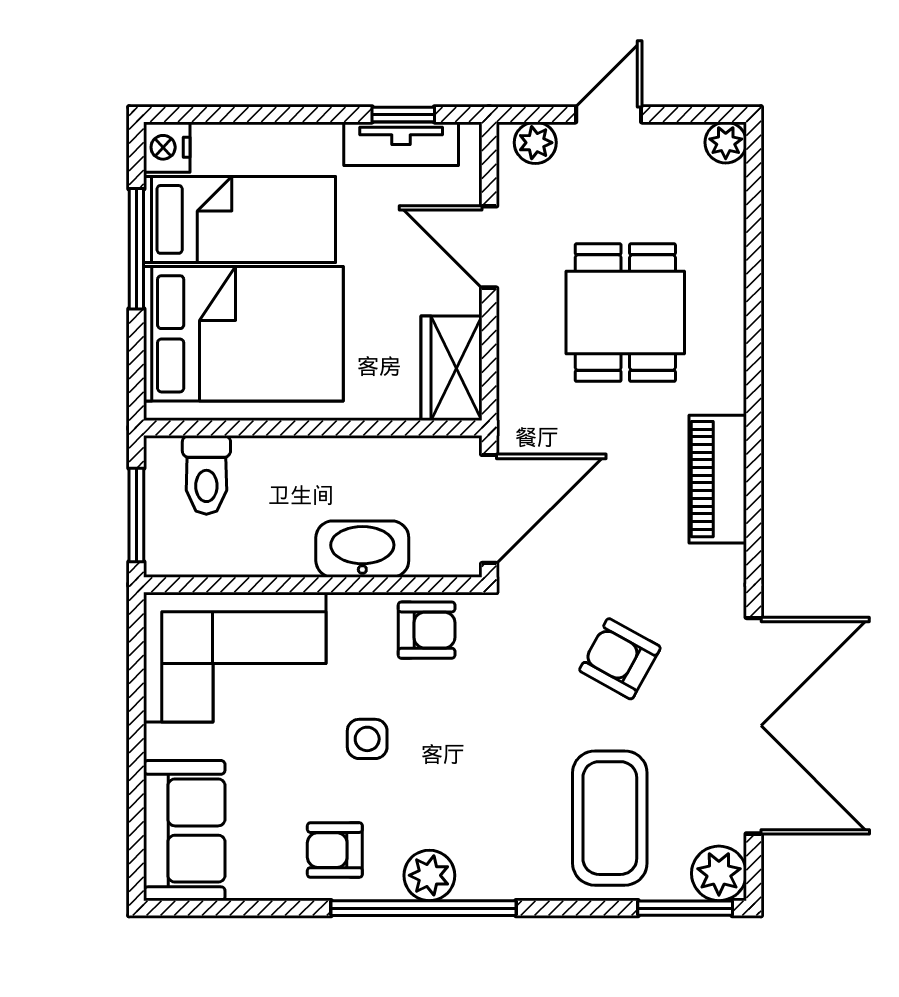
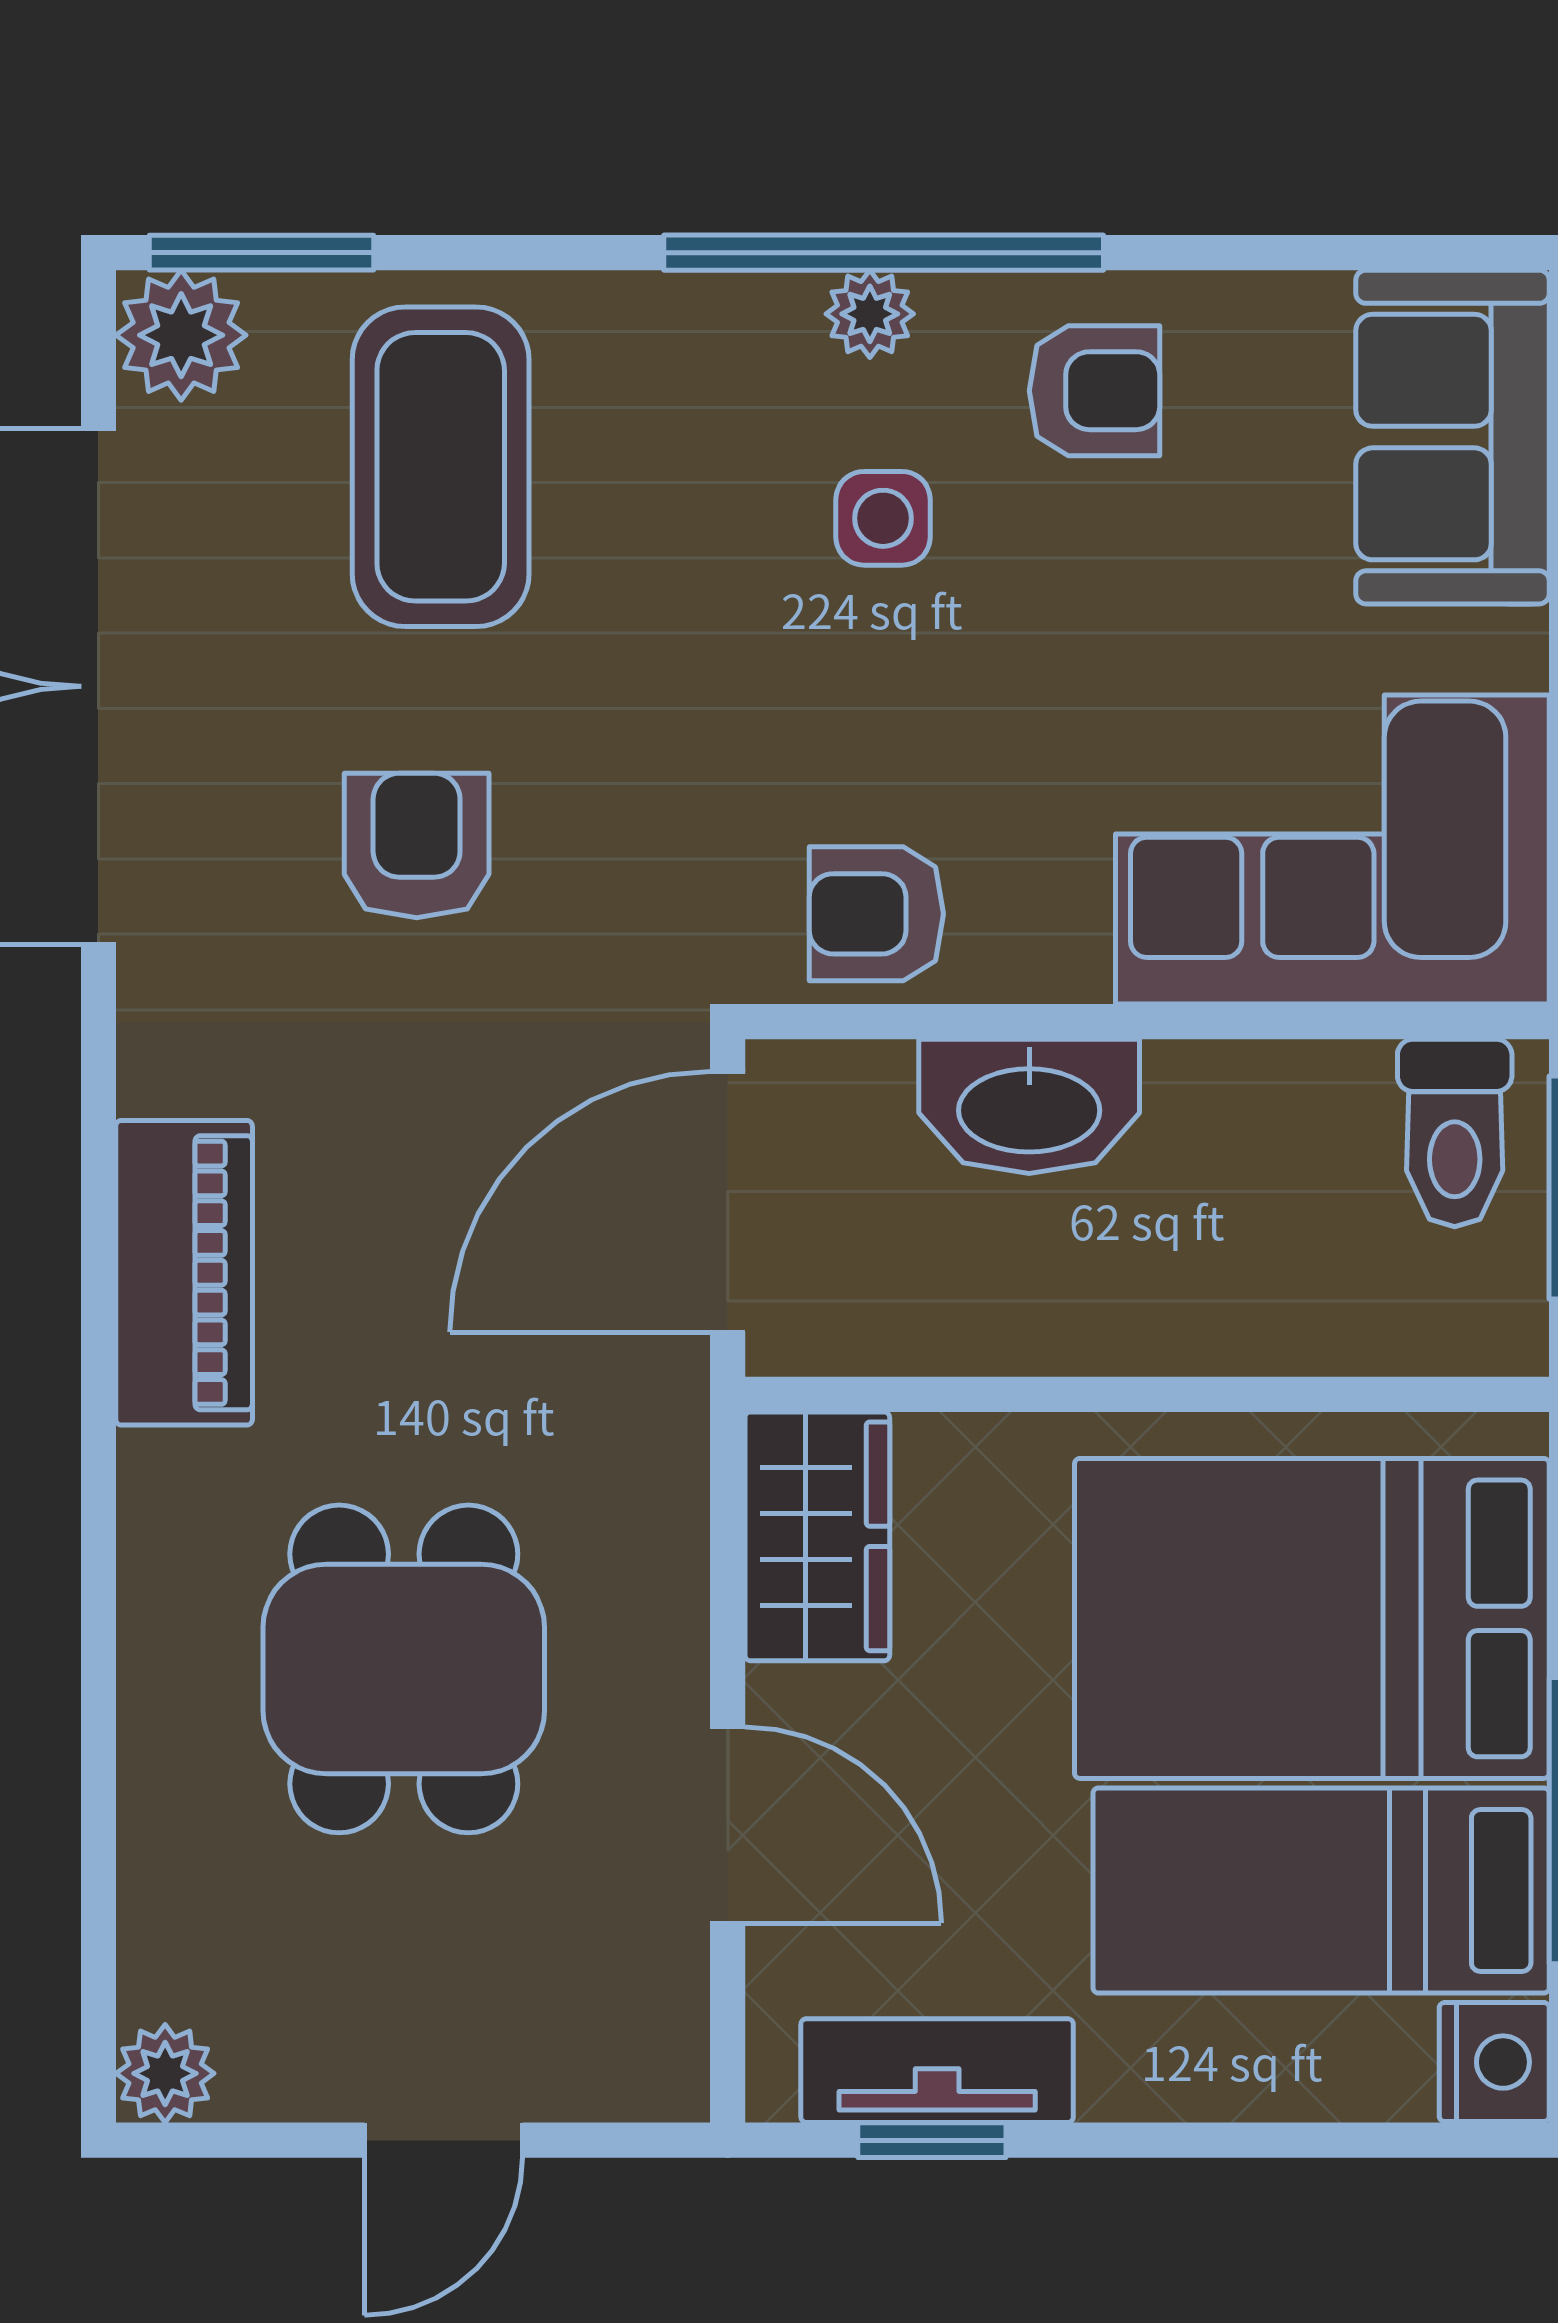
plant: (535, 143) -> (618, 2073), removed
toilet: (206, 475) -> (1455, 1133), moved, turned 180
armchair: (620, 659) -> (417, 845), turned -119
side table: (367, 739) -> (883, 518), moved
plant: (429, 875) -> (870, 314), width x0.73, depth x0.73

